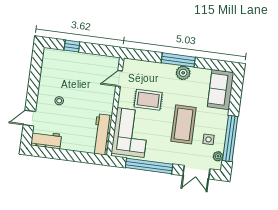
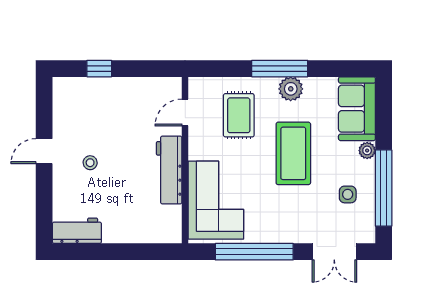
rug: (148, 100) -> (239, 115), moved, turned 90
door: (29, 118) -> (44, 151), moved
coffee table: (184, 124) -> (293, 153), moved
workbench: (102, 134) -> (169, 170), moved
plant: (218, 156) -> (367, 150), moved

